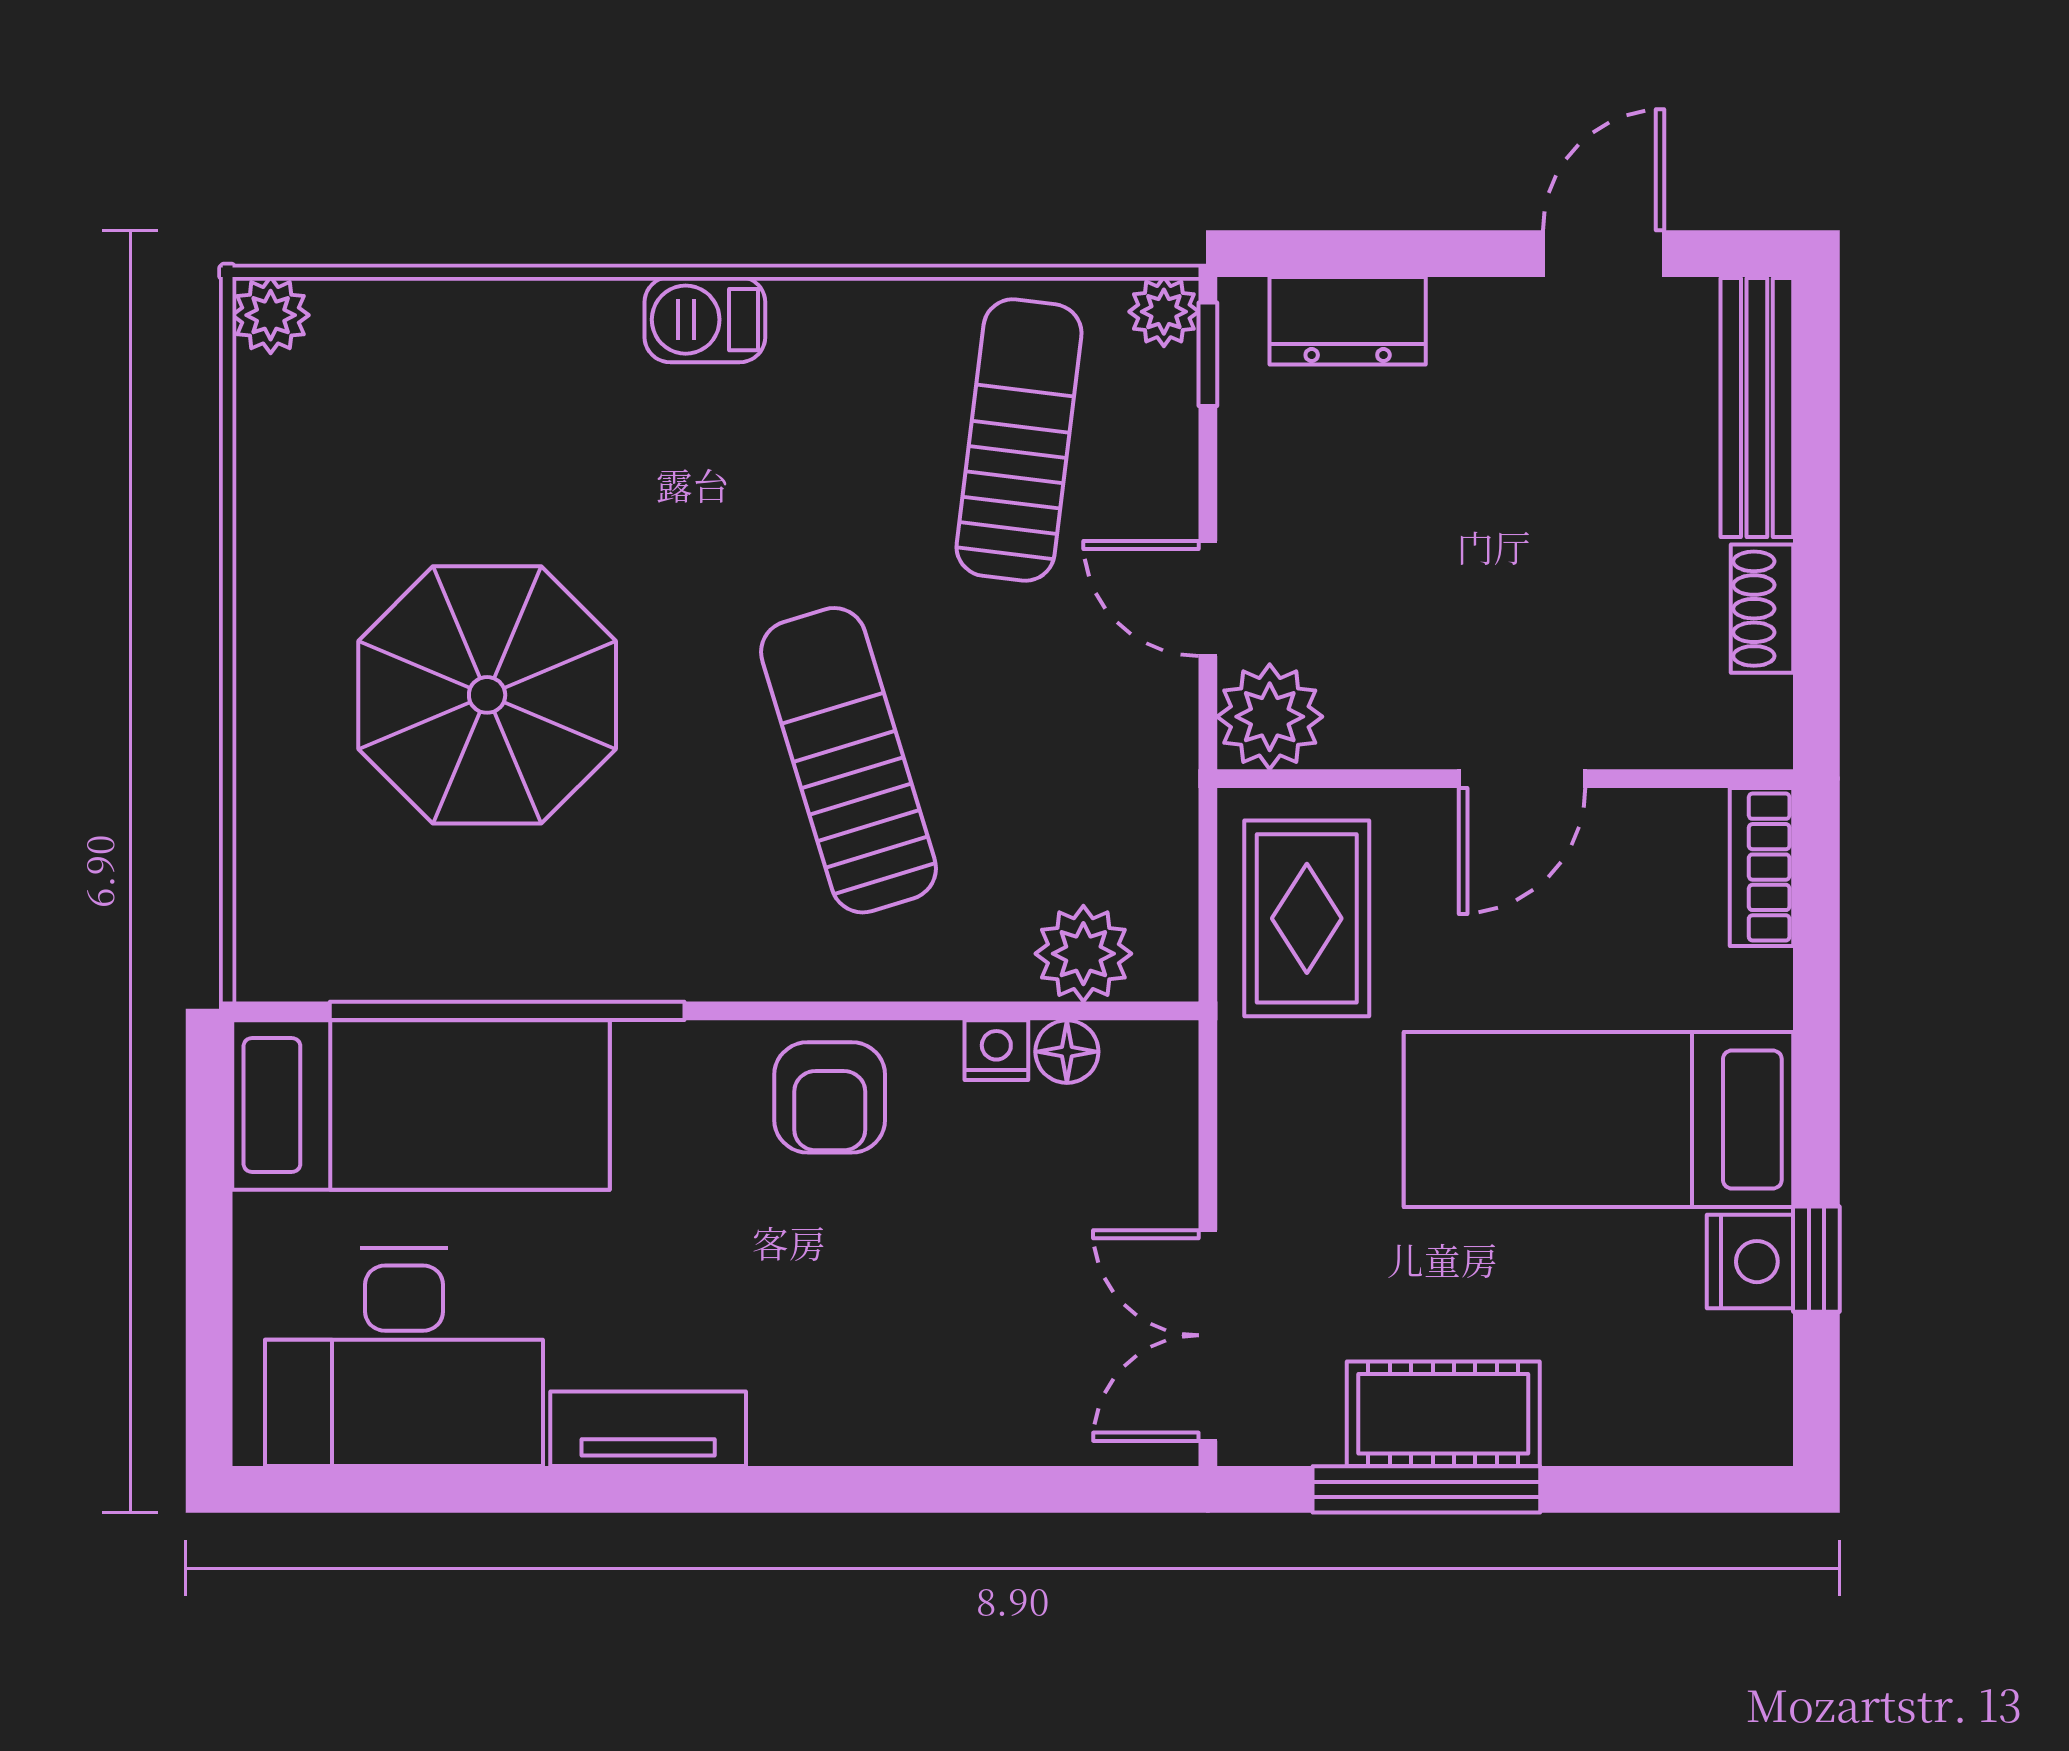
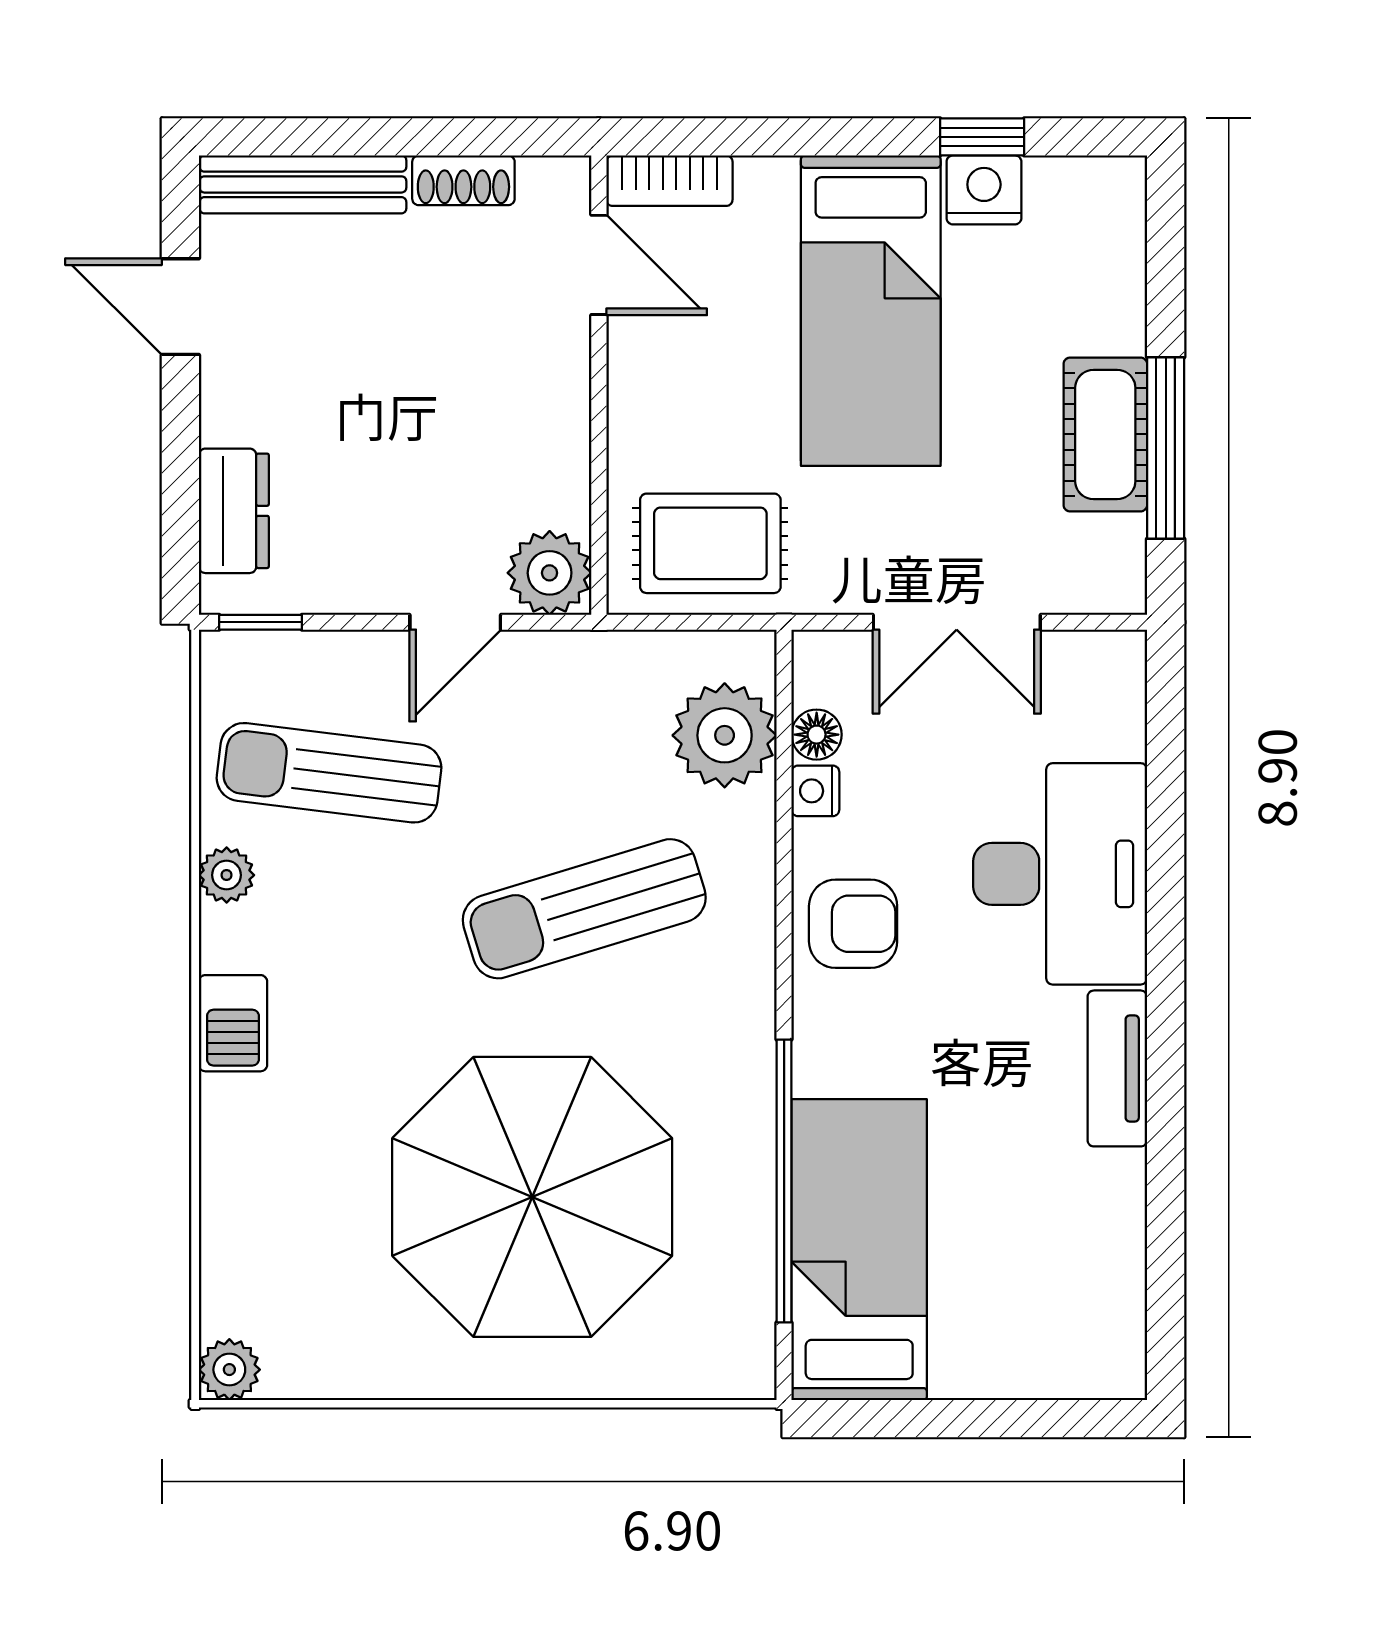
plant: (1164, 312) -> (227, 875), moved
parasol: (487, 695) -> (532, 1197), width x1.36, depth x1.36
door: (1522, 779) -> (599, 265), moved
plant: (1083, 954) -> (725, 735), width x1.36, depth x1.36
double door: (1208, 1335) -> (957, 622), moved
desk: (404, 1357) -> (1060, 874), moved

